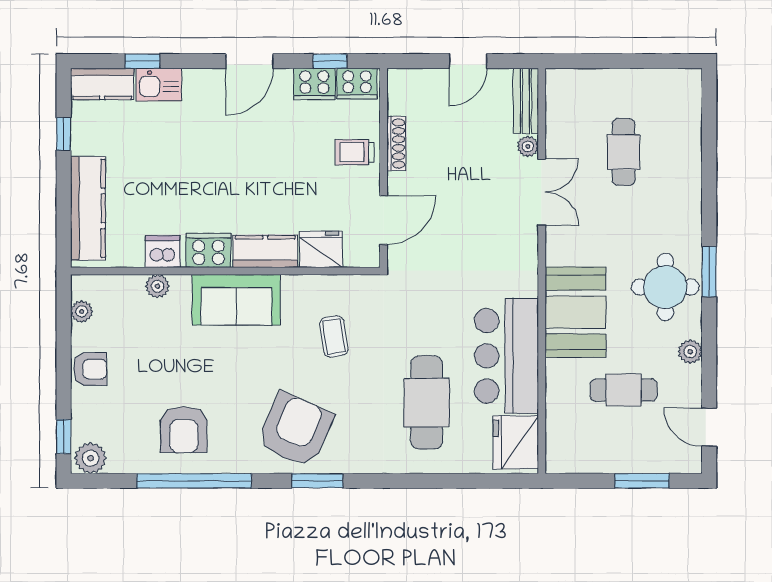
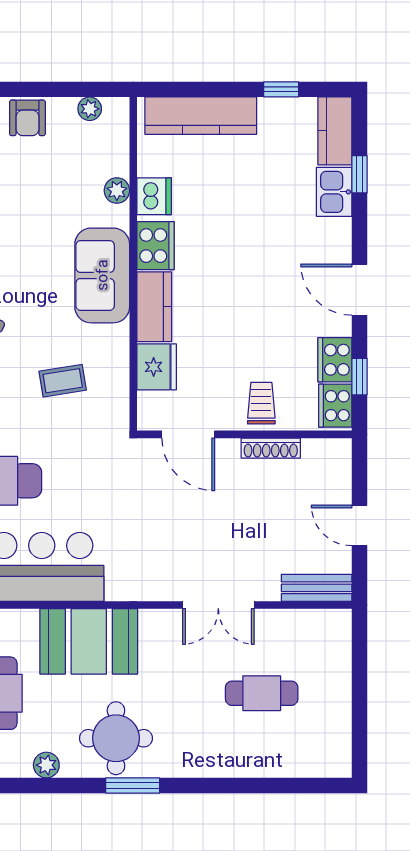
plant: (528, 146) -> (268, 590), removed

